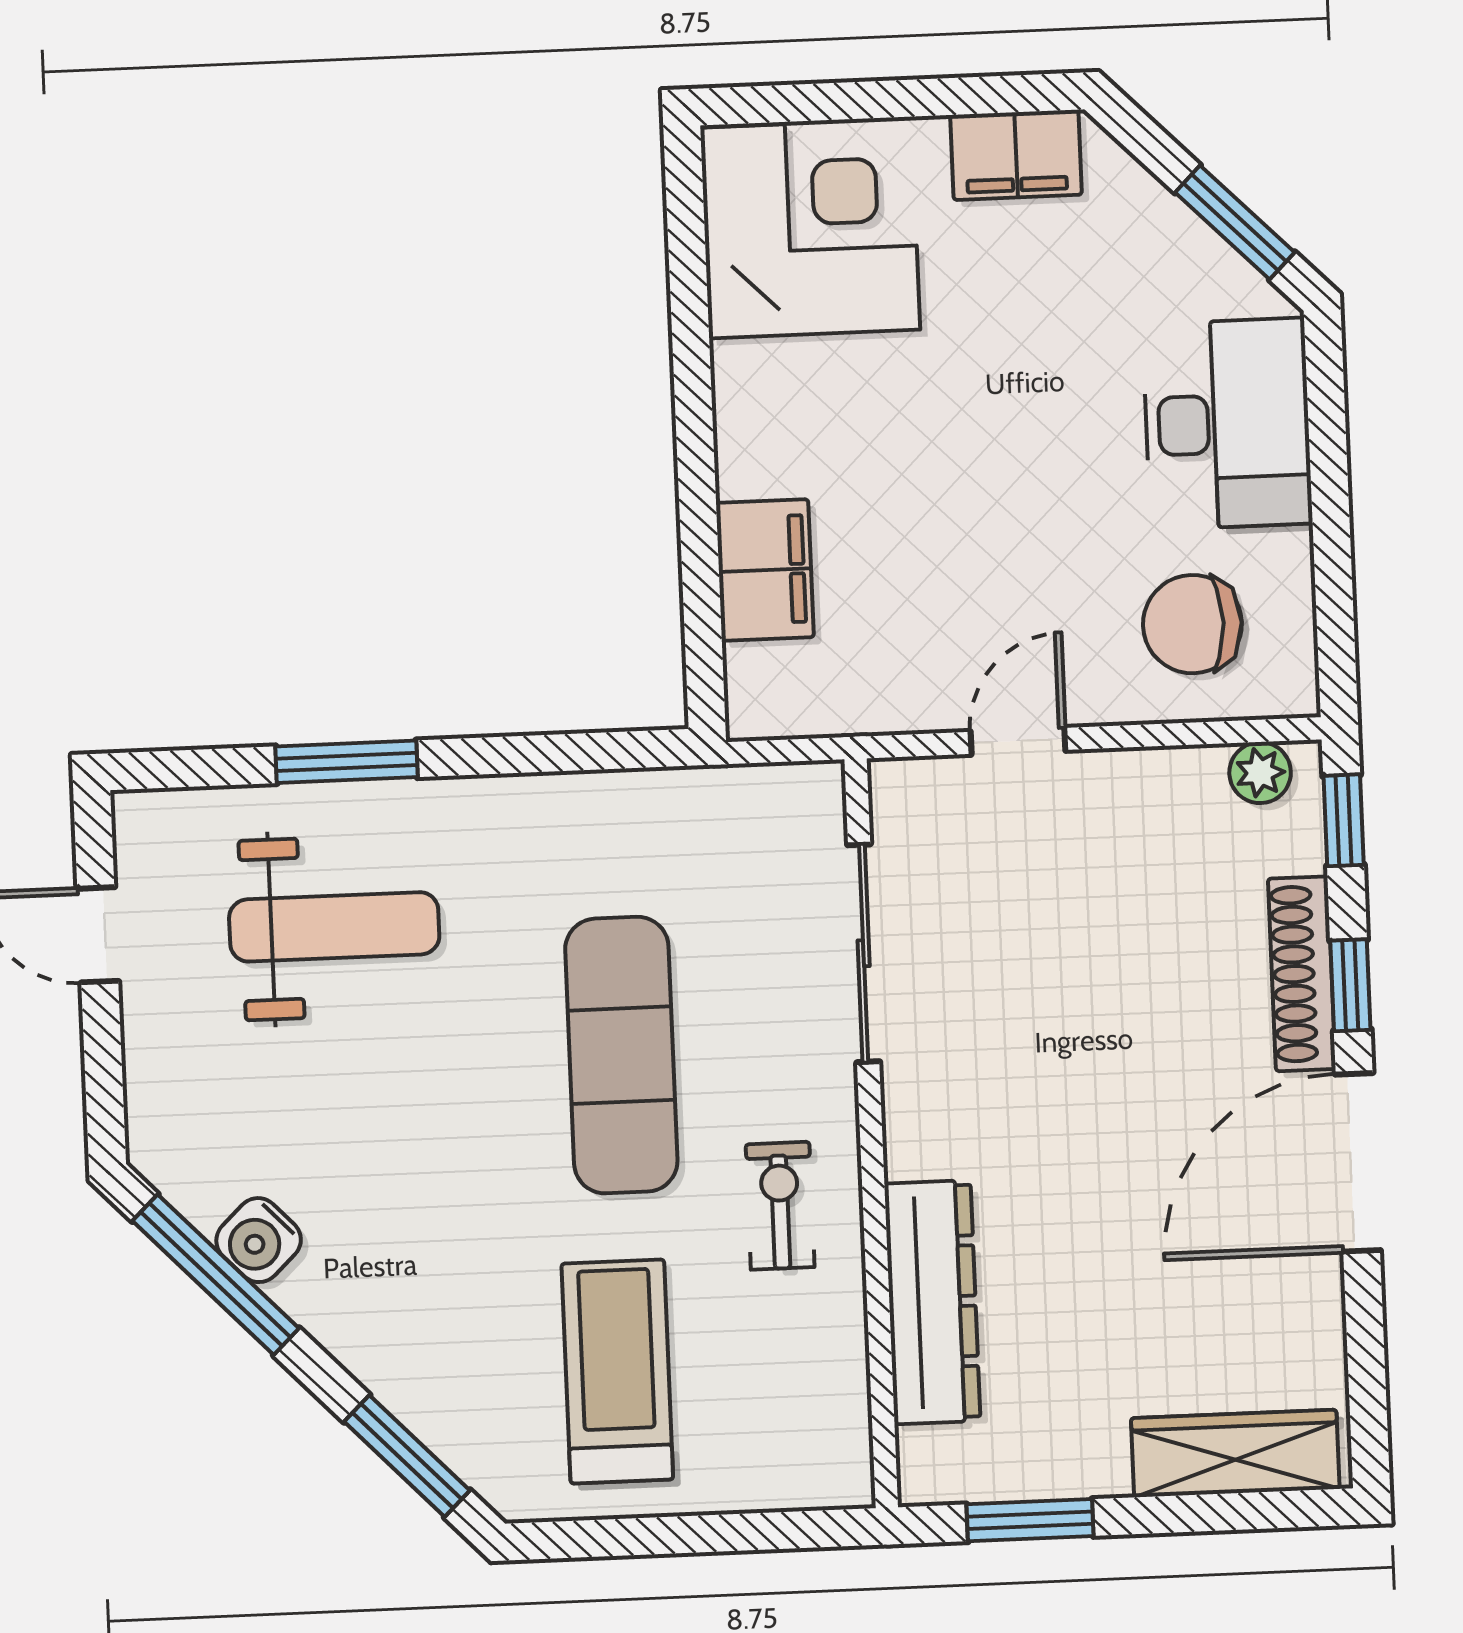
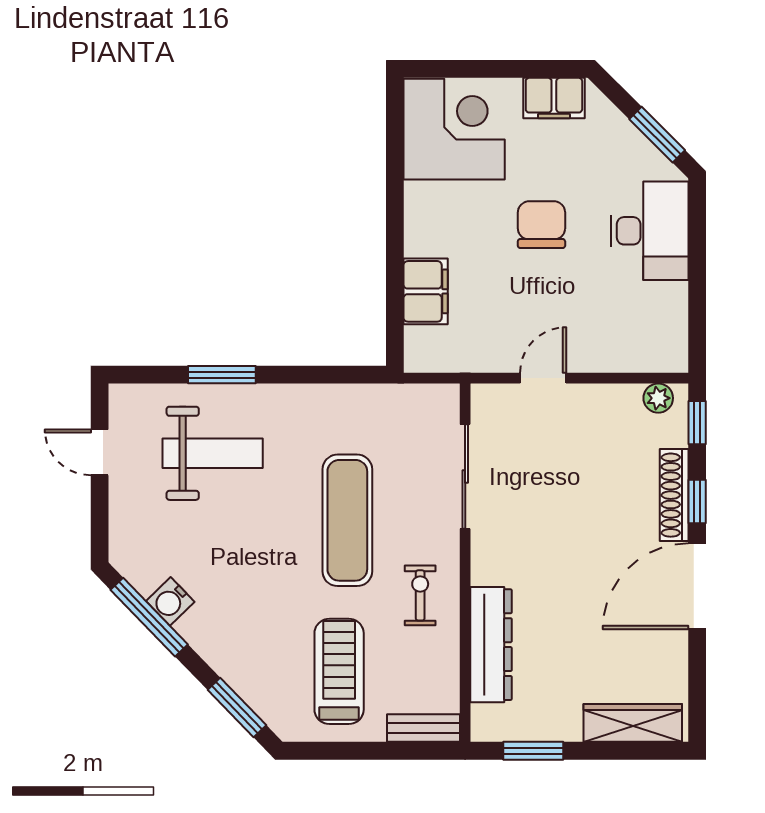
chair: (1192, 624) -> (541, 225), moved, turned 90
bench: (799, 1482) -> (423, 728), added

